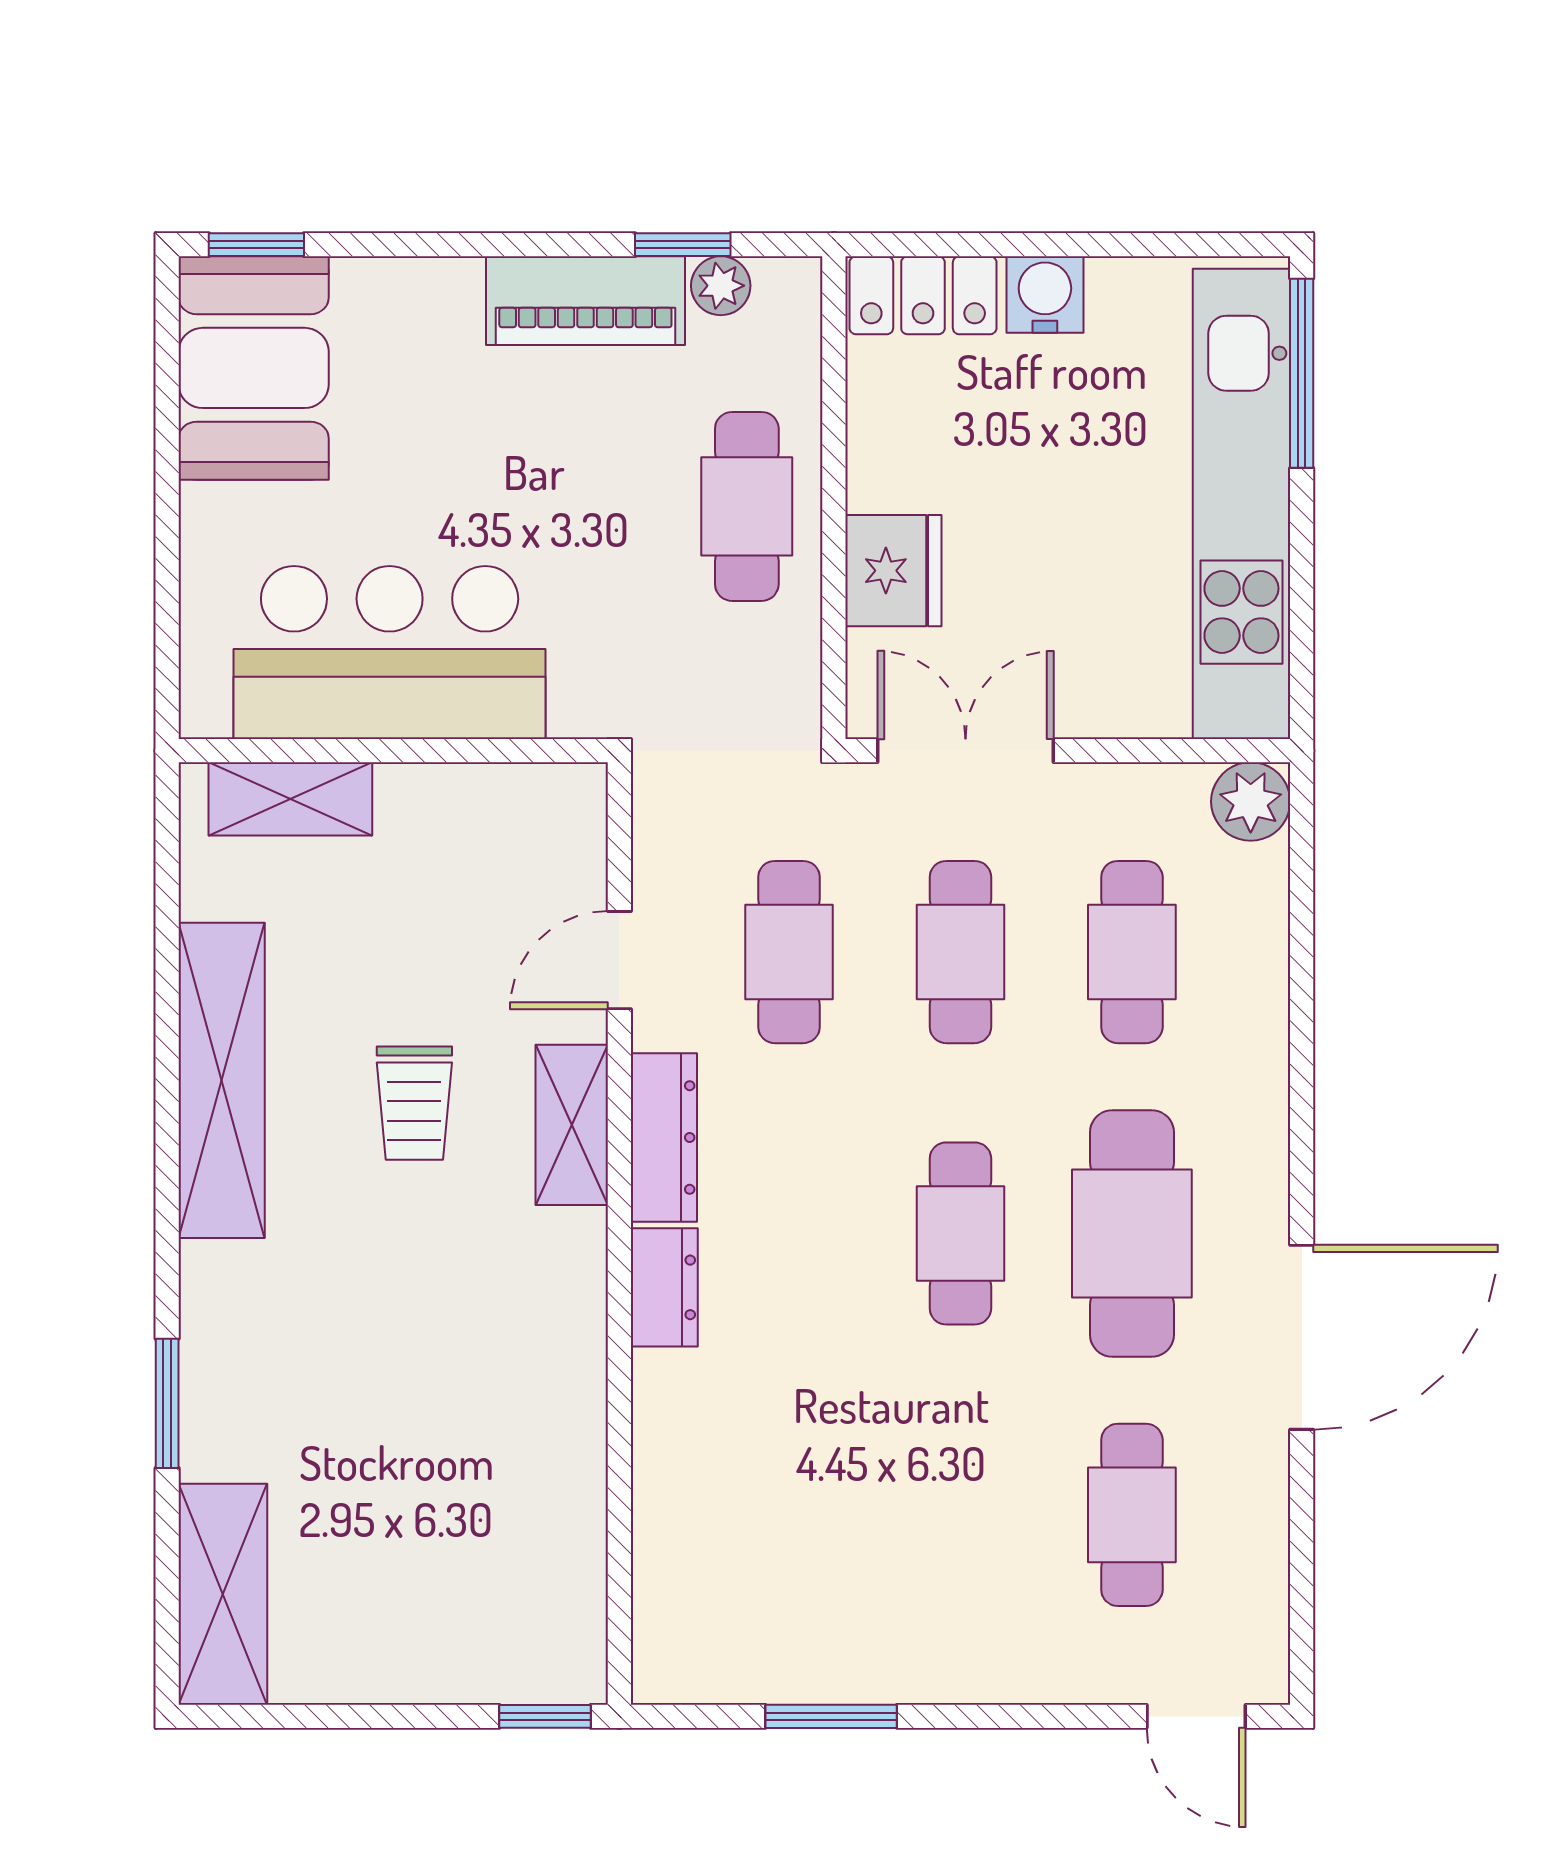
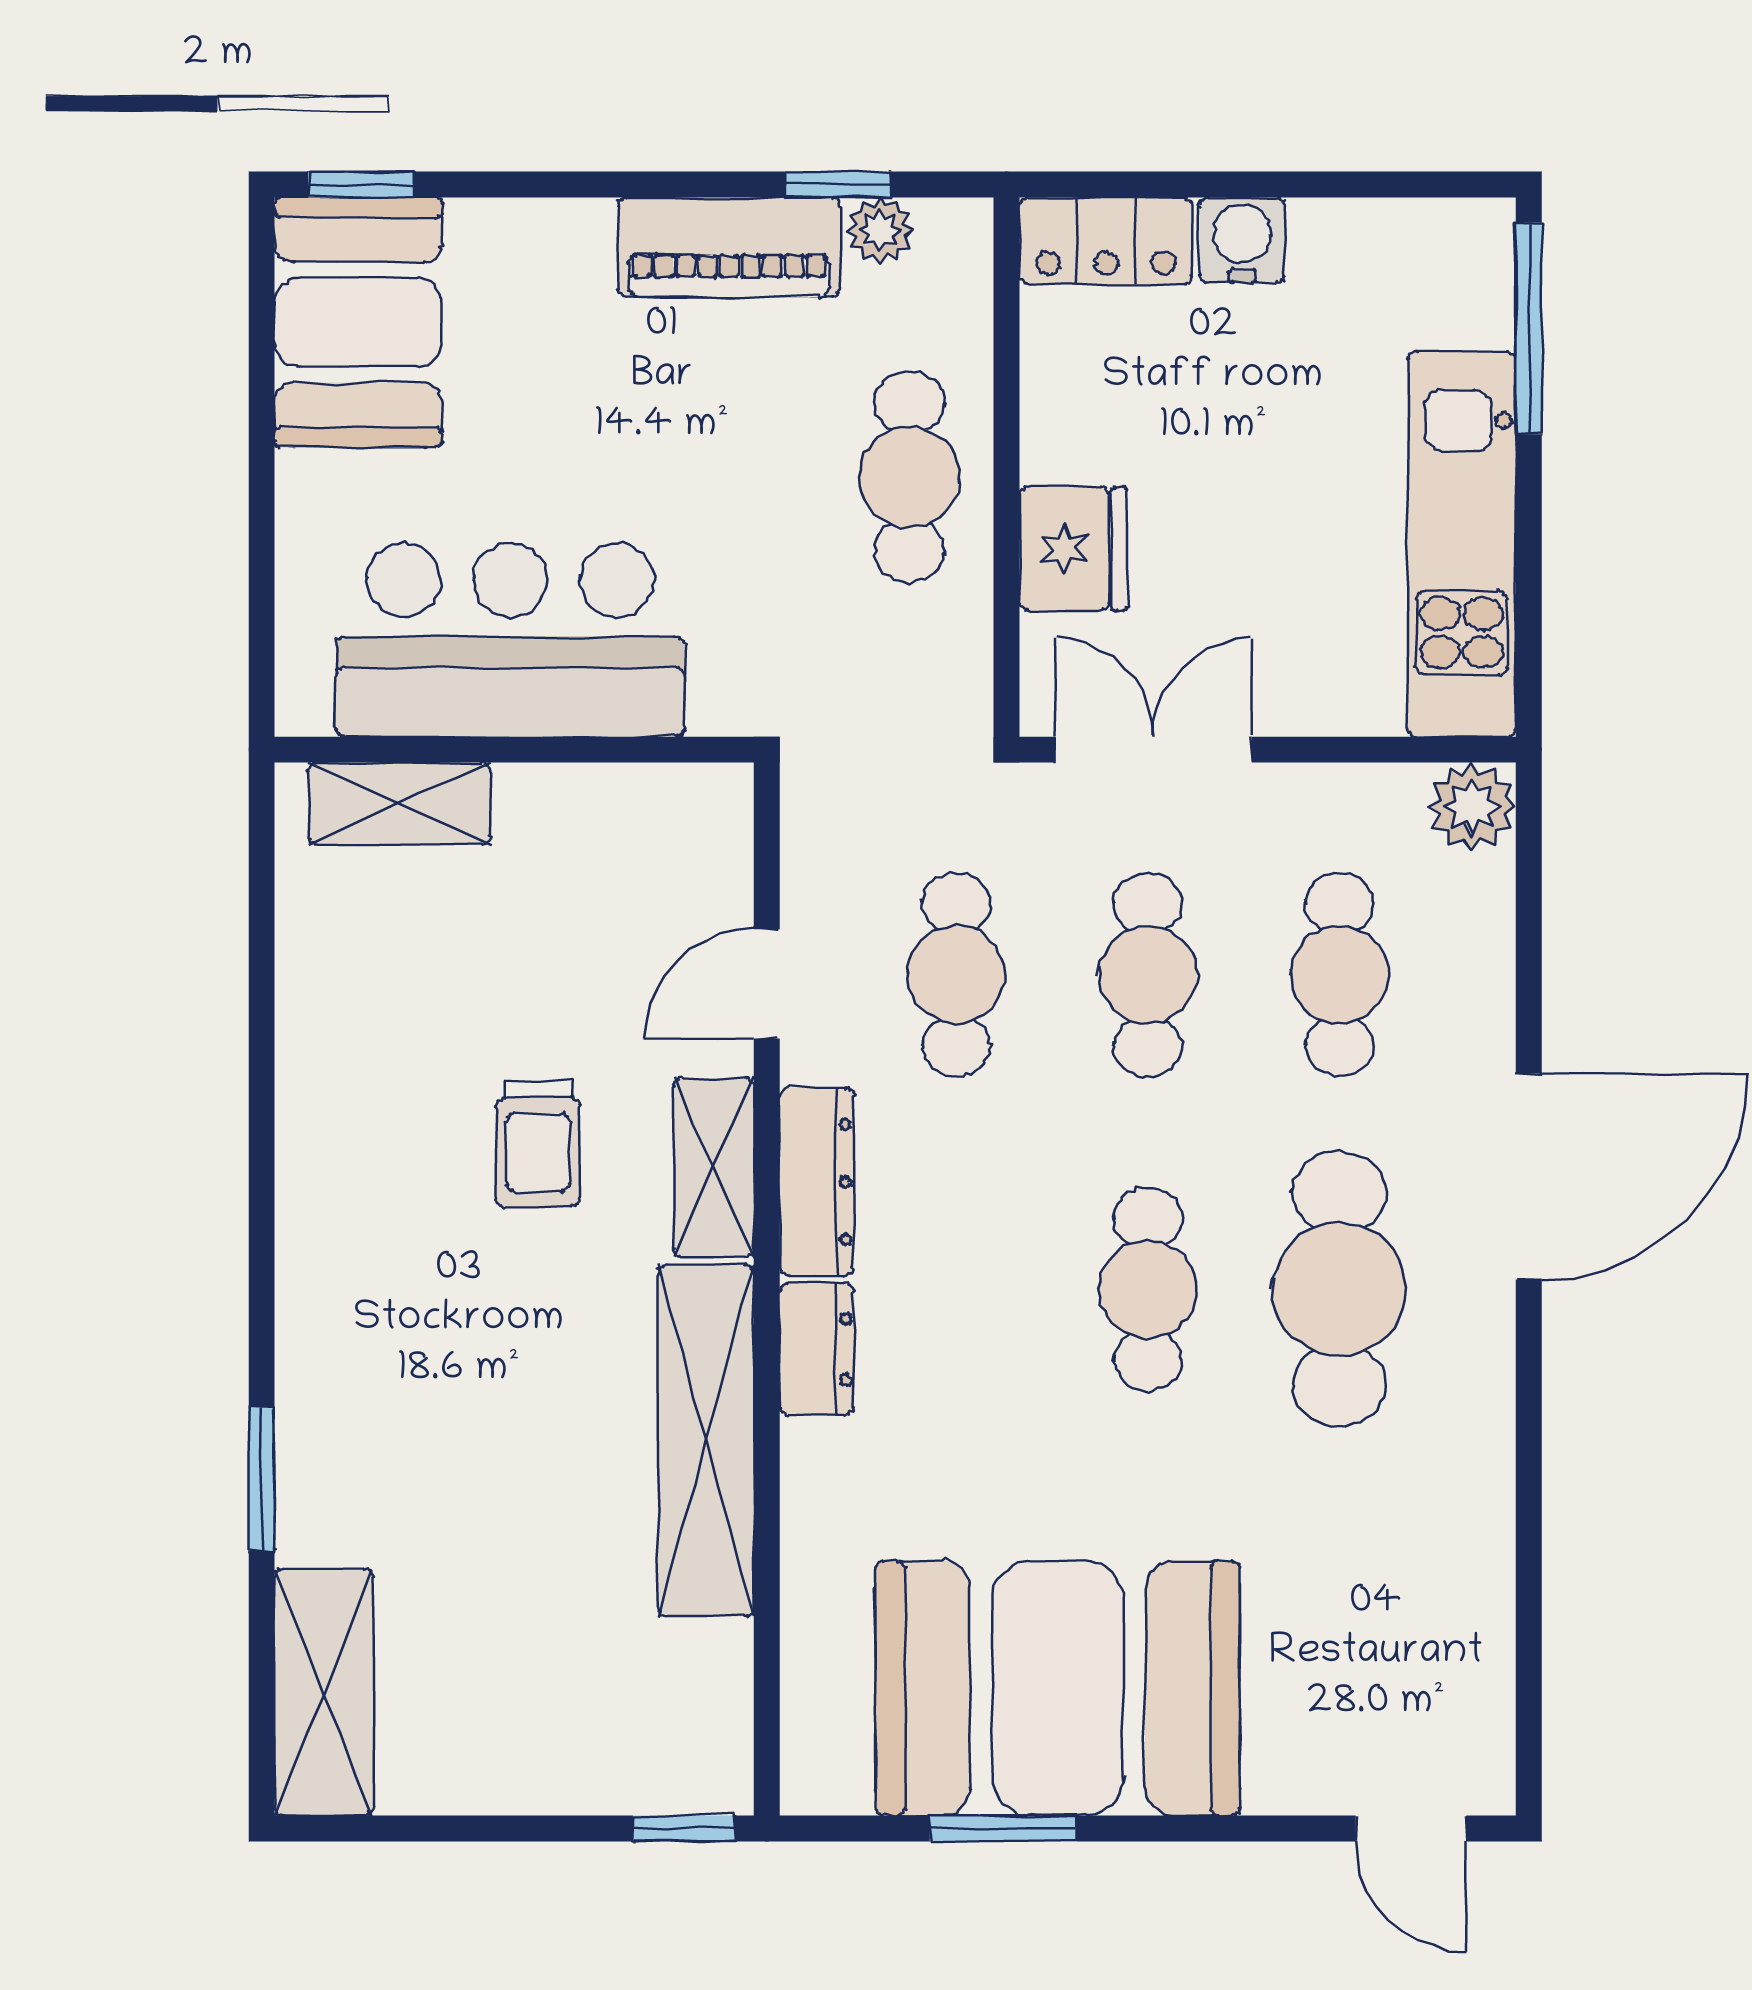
kitchen unit: (1241, 504) -> (1462, 544), width x0.73
shelving: (222, 1080) -> (706, 1441), moved
door: (1302, 1337) -> (1529, 1176), moved
cafe table: (1132, 1515) -> (1339, 1603), removed
booth: (880, 1591) -> (1058, 1688), added

